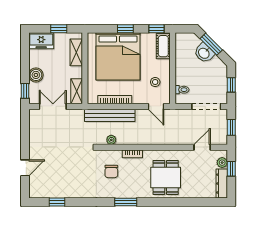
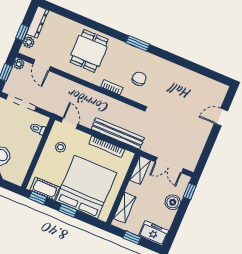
cot: (163, 46) -> (45, 189), moved, turned 90
plant: (111, 140) -> (19, 64), moved
door: (202, 147) -> (42, 65), hinge flipped
window: (57, 202) -> (204, 71), removed

